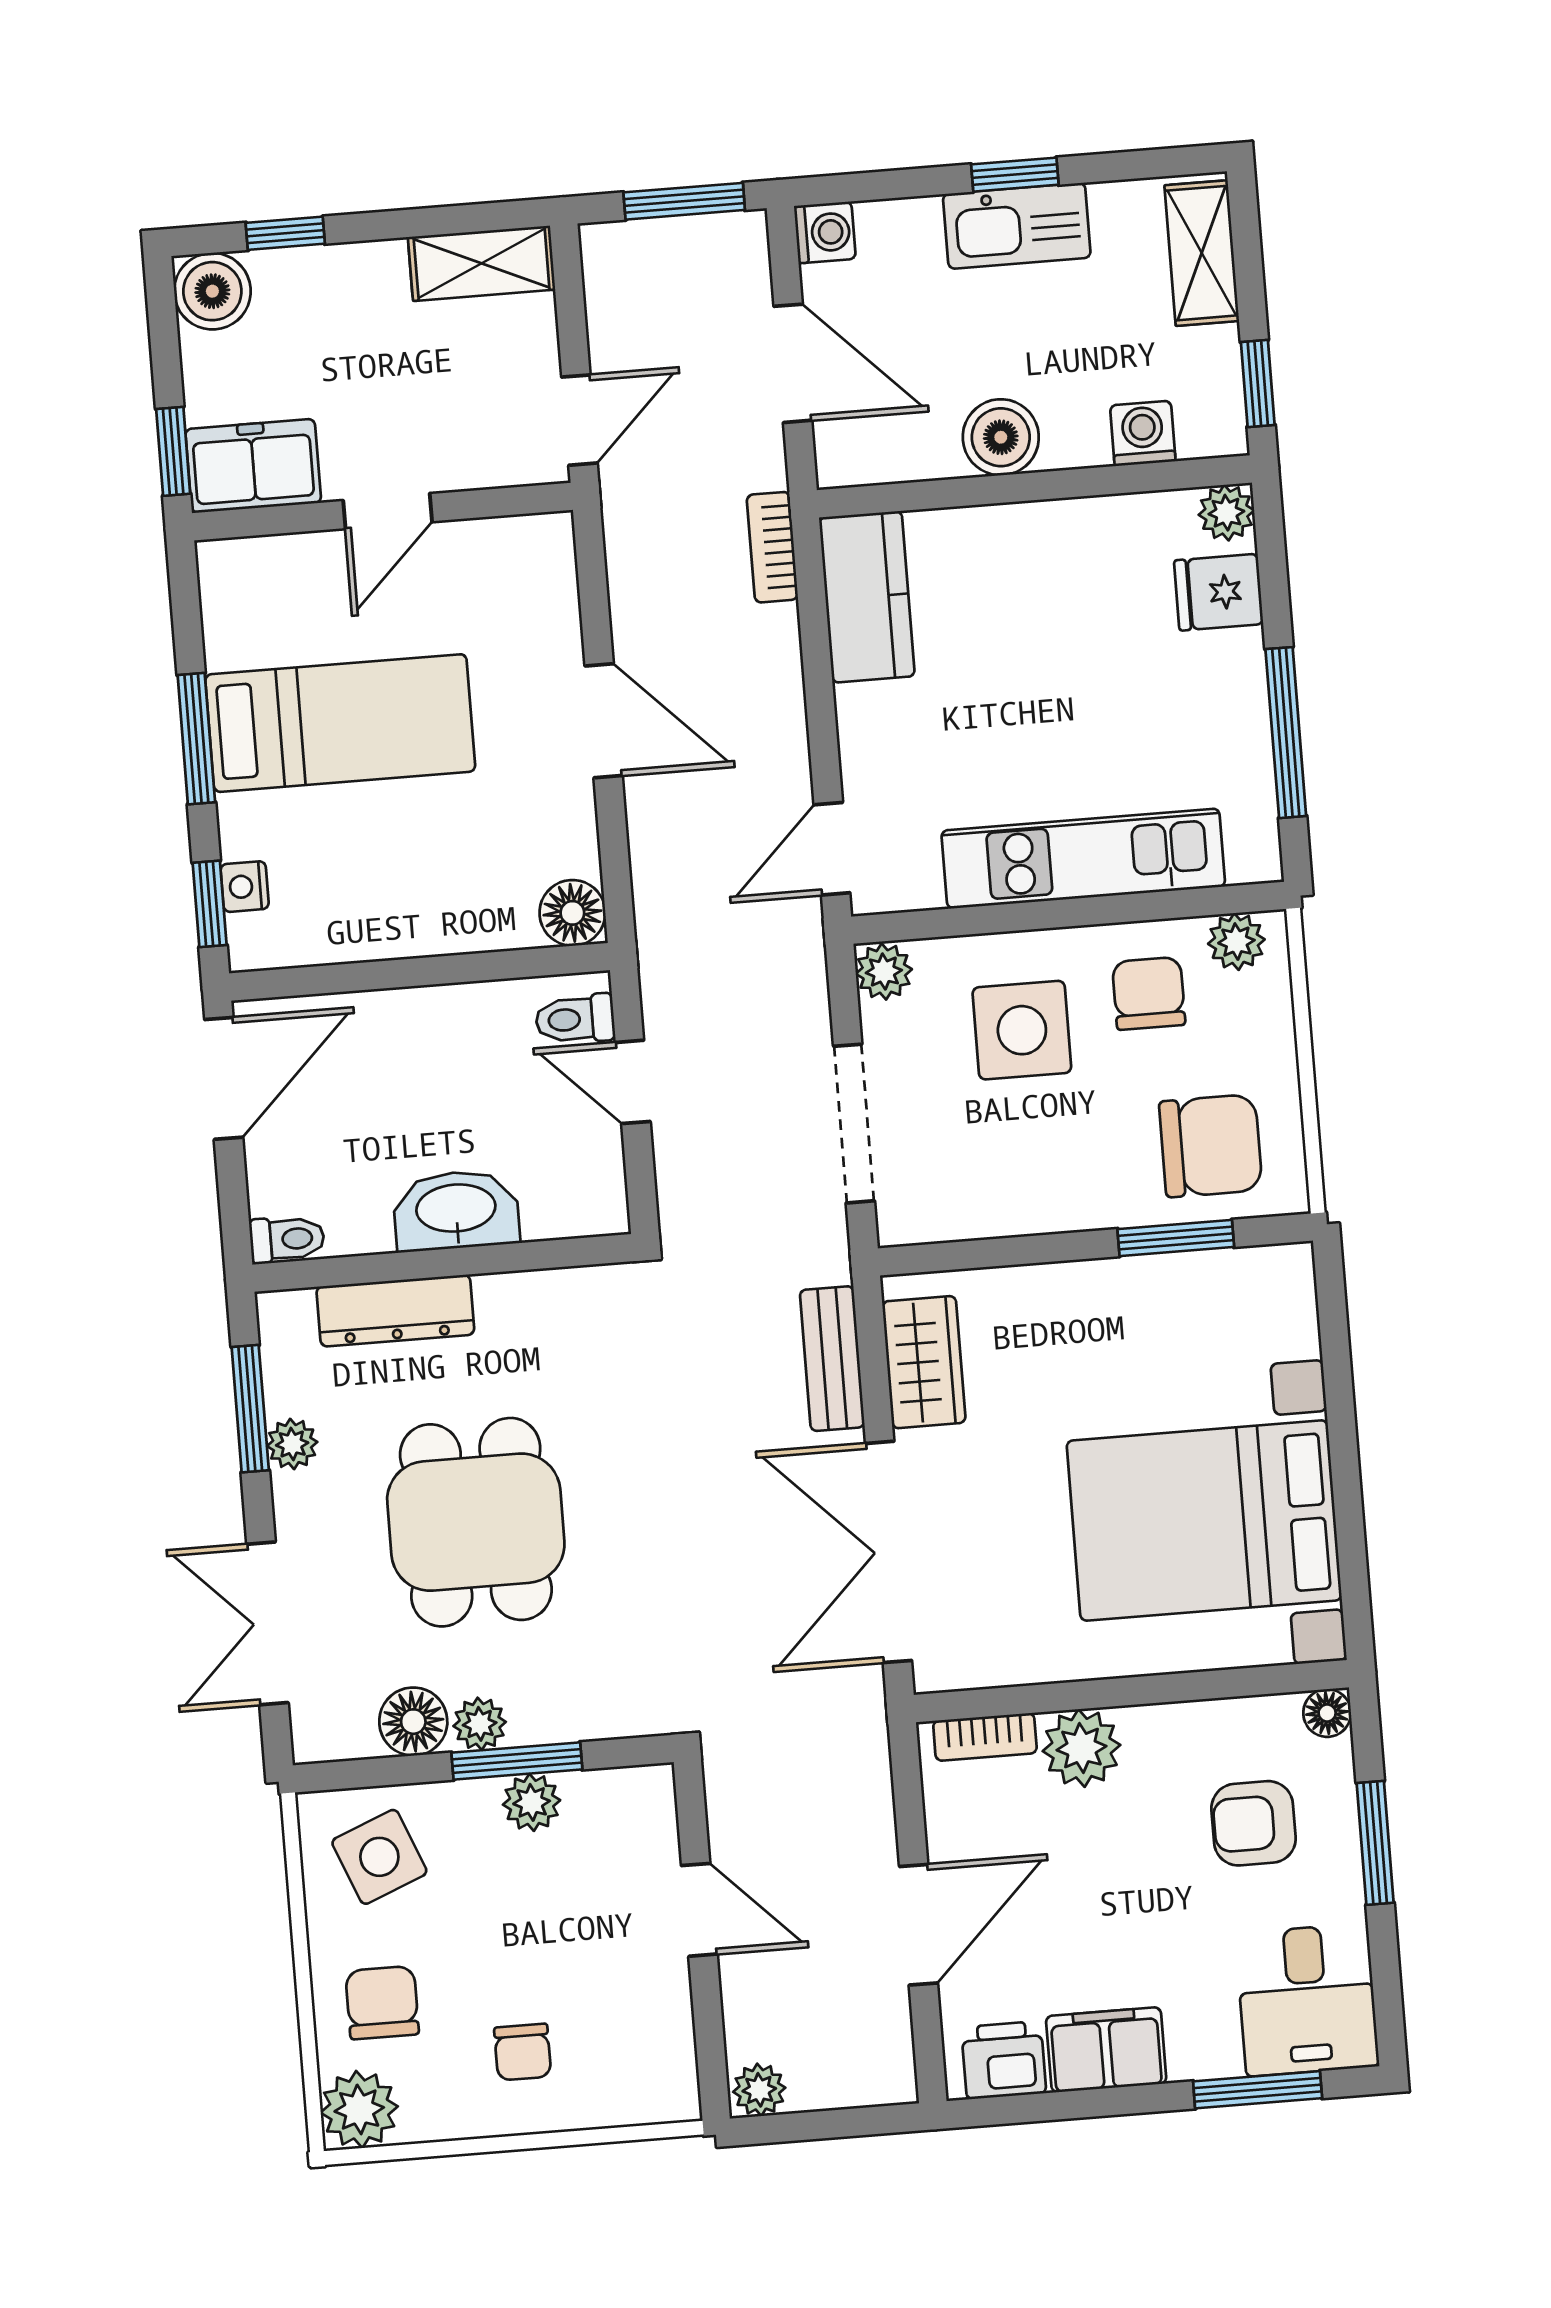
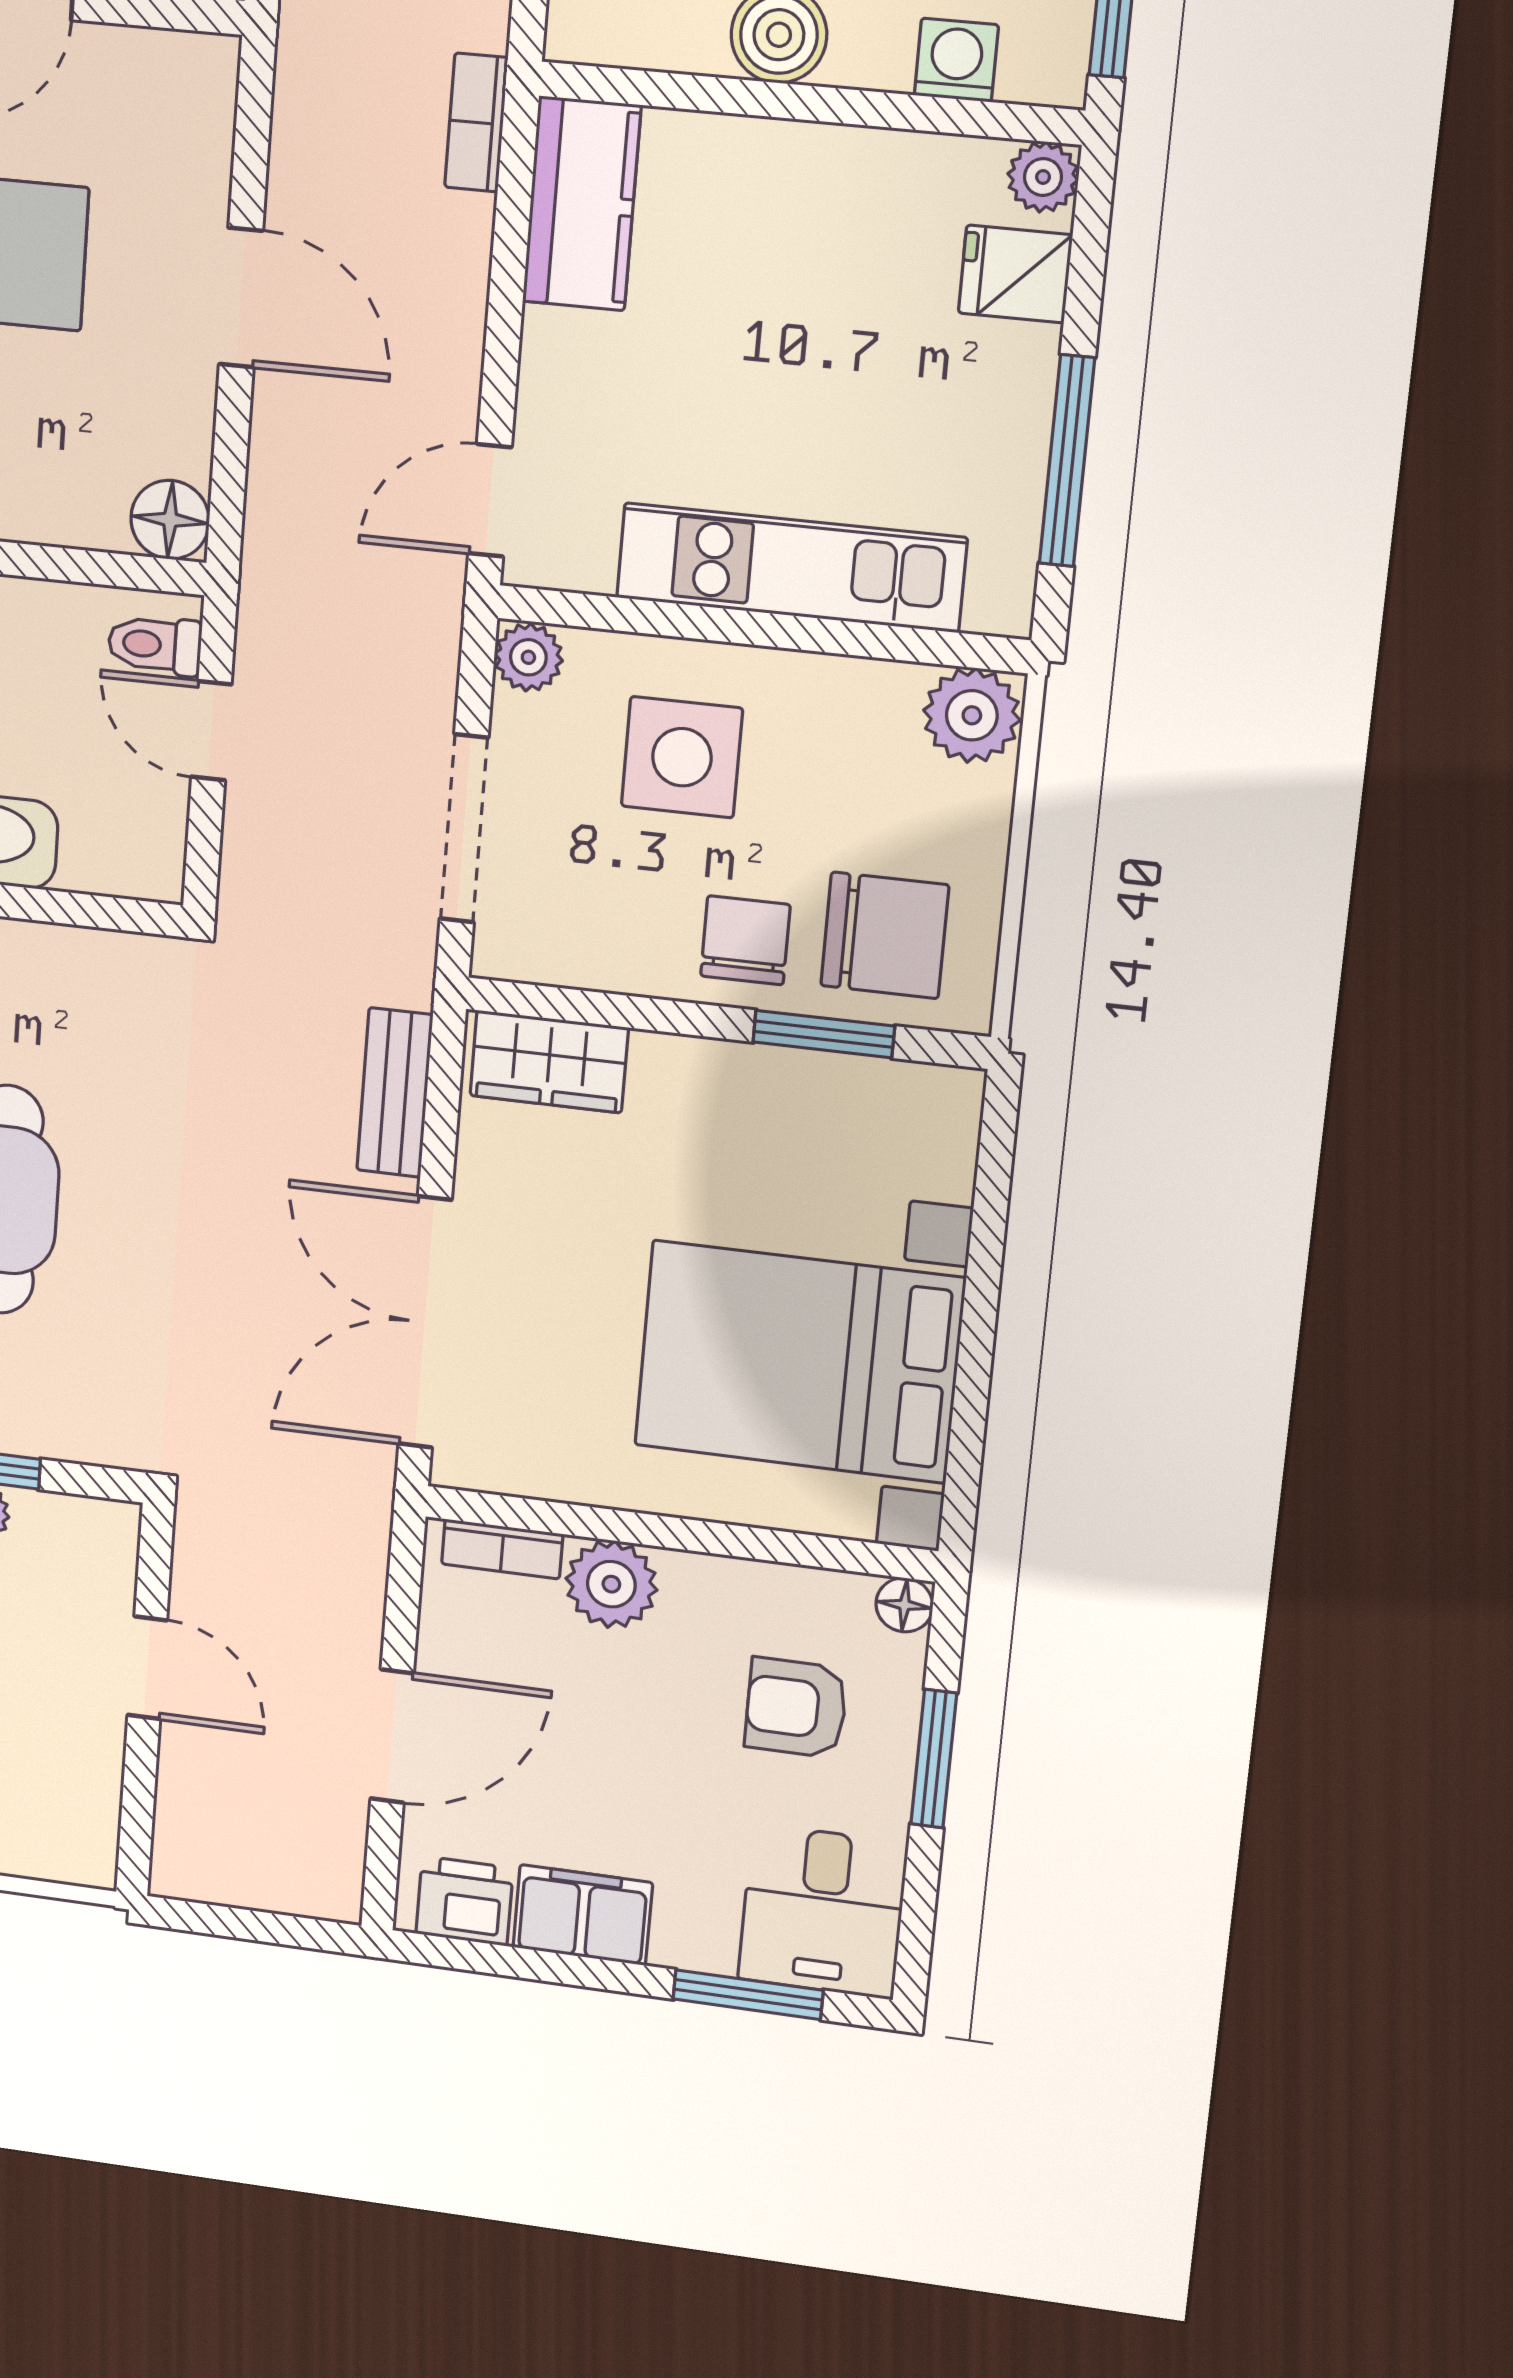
plant: (1236, 942) -> (972, 715), width x1.38, depth x1.38
chair: (1149, 993) -> (745, 940), moved
wardrobe: (924, 1362) -> (549, 1062), moved, turned 90
plant: (759, 2090) -> (185, 1873), removed

